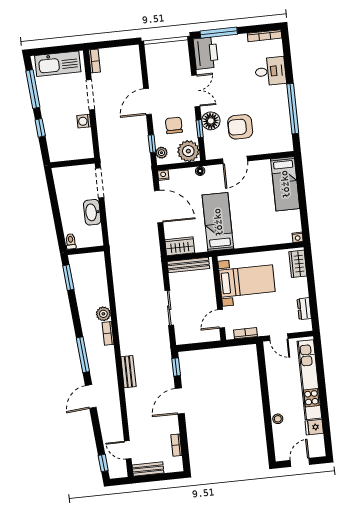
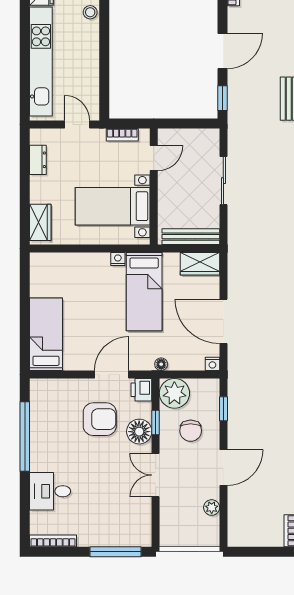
printer: (206, 53) -> (141, 390), moved, width x0.53, depth x0.68
plant: (161, 153) -> (212, 508), moved
nightstand: (298, 237) -> (118, 259), moved

